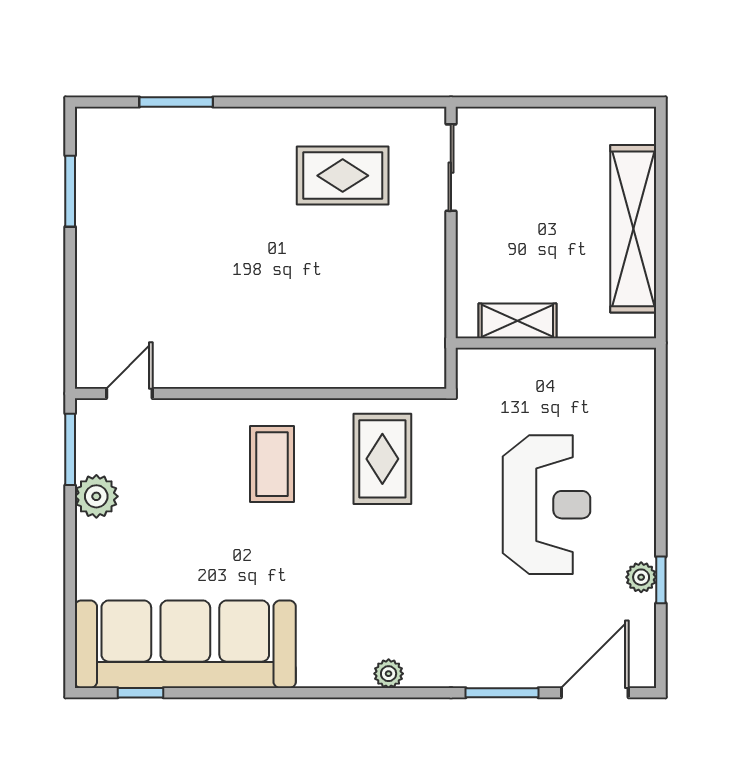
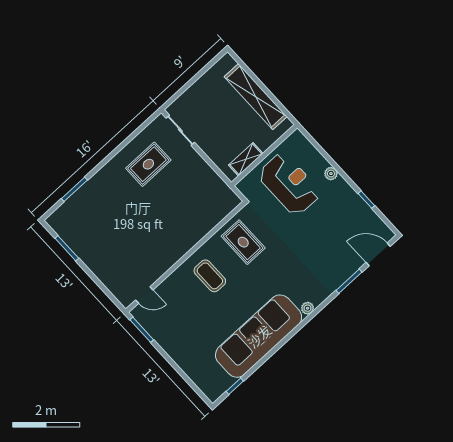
door: (129, 393) -> (144, 295), swing flipped
plant: (96, 496) -> (164, 337), removed
reception desk: (547, 505) -> (289, 184), moved
plant: (641, 577) -> (331, 174), moved
sofa: (185, 644) -> (259, 336), moved
door: (595, 693) -> (378, 254), hinge flipped

